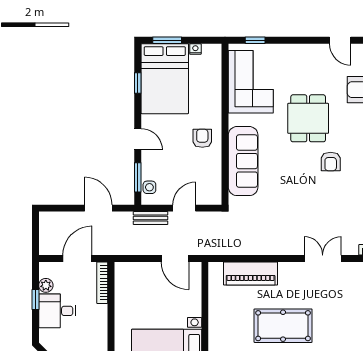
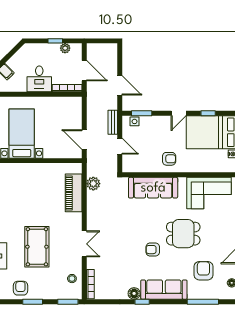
door: (138, 139) -> (179, 113), moved
door: (98, 208) -> (120, 85), hinge flipped
plant: (237, 246) -> (93, 184), added
door: (175, 258) -> (84, 140), hinge flipped
desk: (57, 311) -> (39, 79), moved, turned 180
pool table: (283, 326) -> (37, 247), moved

